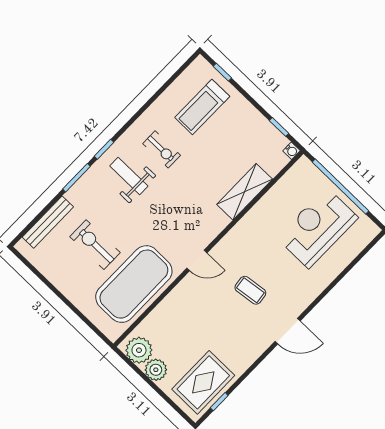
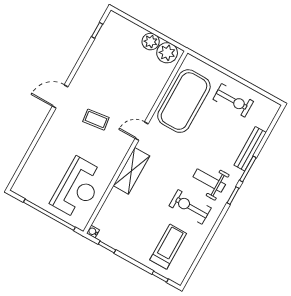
exercise bike: (162, 149) -> (190, 207), width x1.38, depth x1.39
weight bench: (129, 176) -> (209, 181), turned 180
shelving: (245, 192) -> (132, 171), moved
bench: (48, 222) -> (250, 149), moved
reception desk: (317, 228) -> (78, 188), moved
exercise bike: (95, 245) -> (233, 100), moved
rug: (203, 382) -> (113, 42), removed

